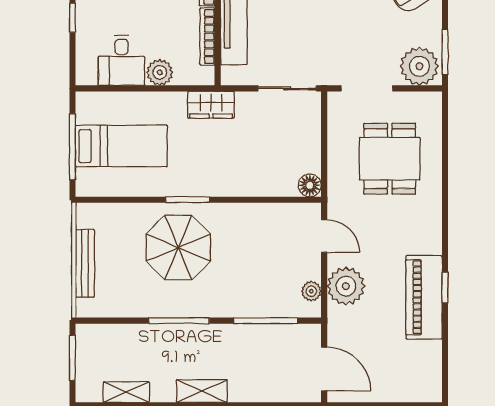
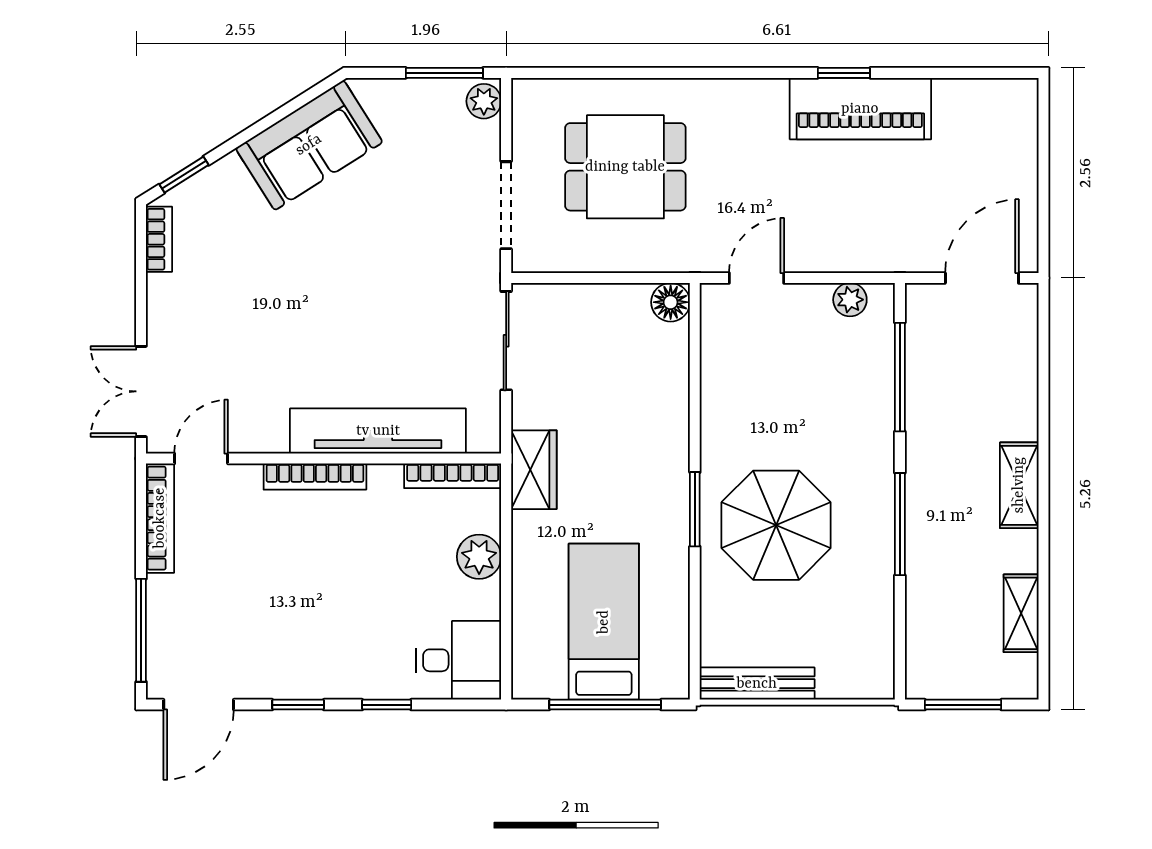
bookcase: (207, 37) -> (453, 476), moved
desk: (121, 60) -> (459, 660), moved
plant: (419, 66) -> (484, 101), width x0.53, depth x0.53
bench: (85, 263) -> (757, 684), moved
plant: (346, 286) -> (841, 241), removed

